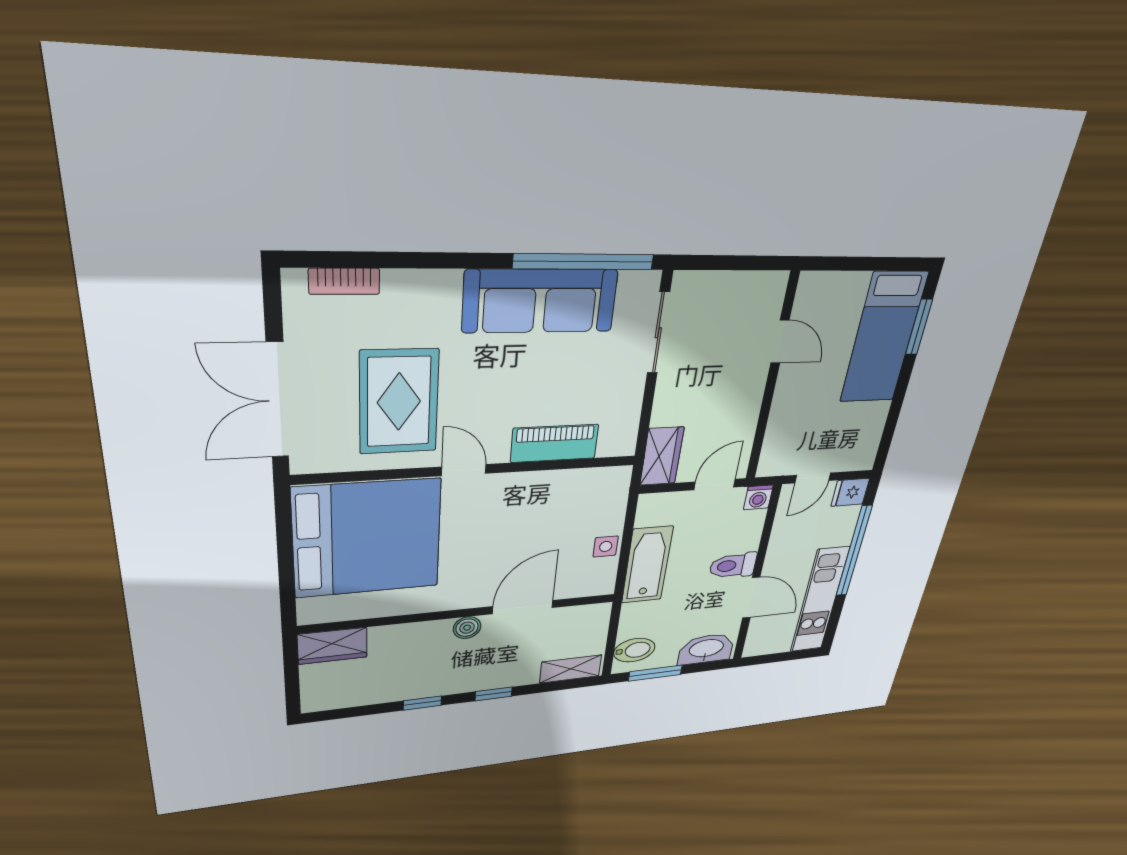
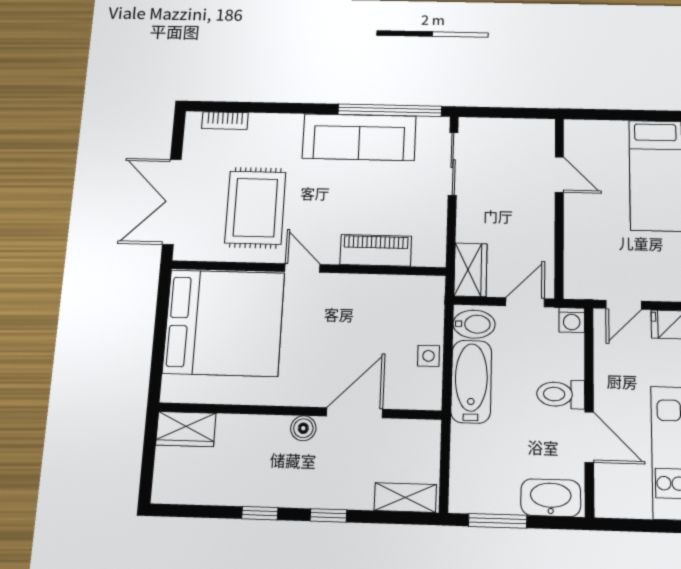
bidet: (634, 650) -> (474, 324), moved

